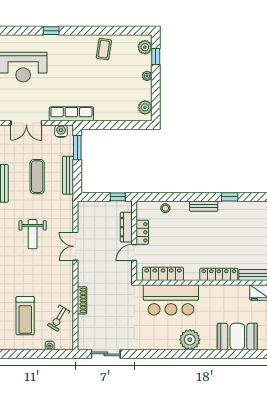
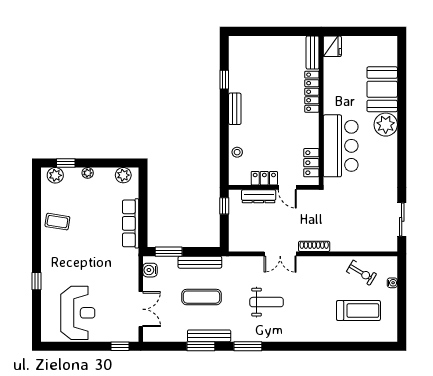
row of seats: (71, 114) -> (131, 223), moved
locker: (163, 274) -> (311, 163), width x0.66
shoe rack: (82, 300) -> (314, 246), moved
booth: (237, 337) -> (382, 89), moved

